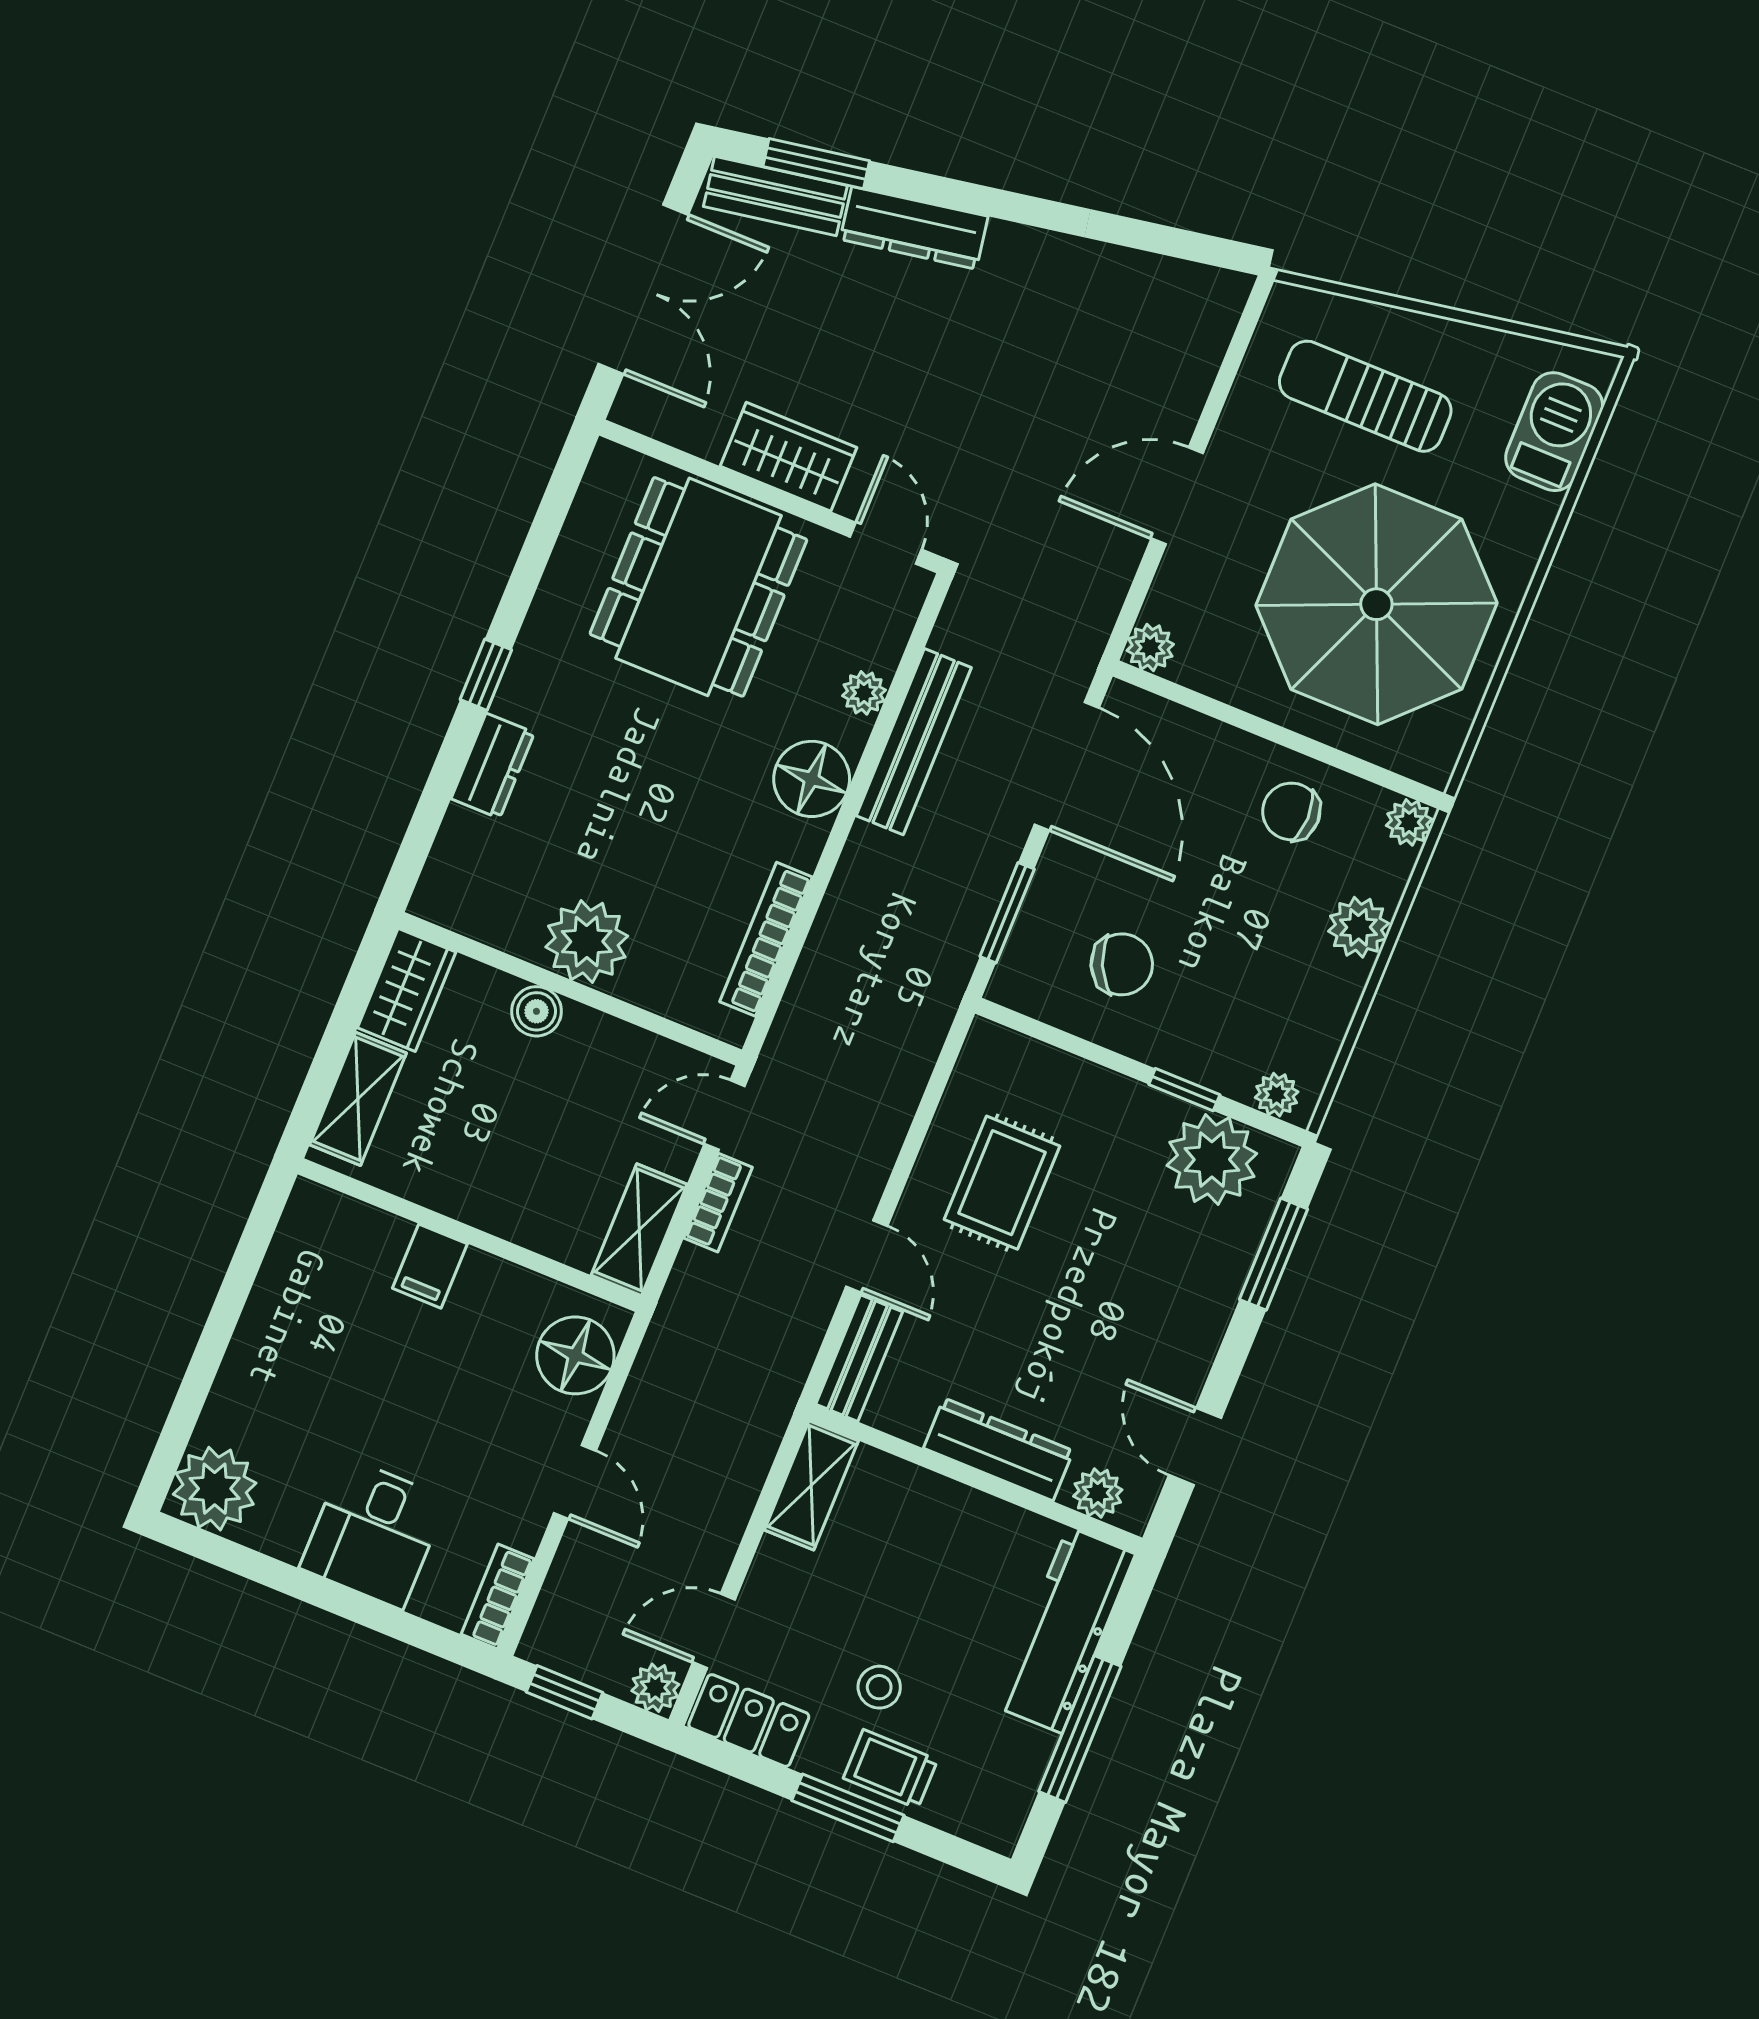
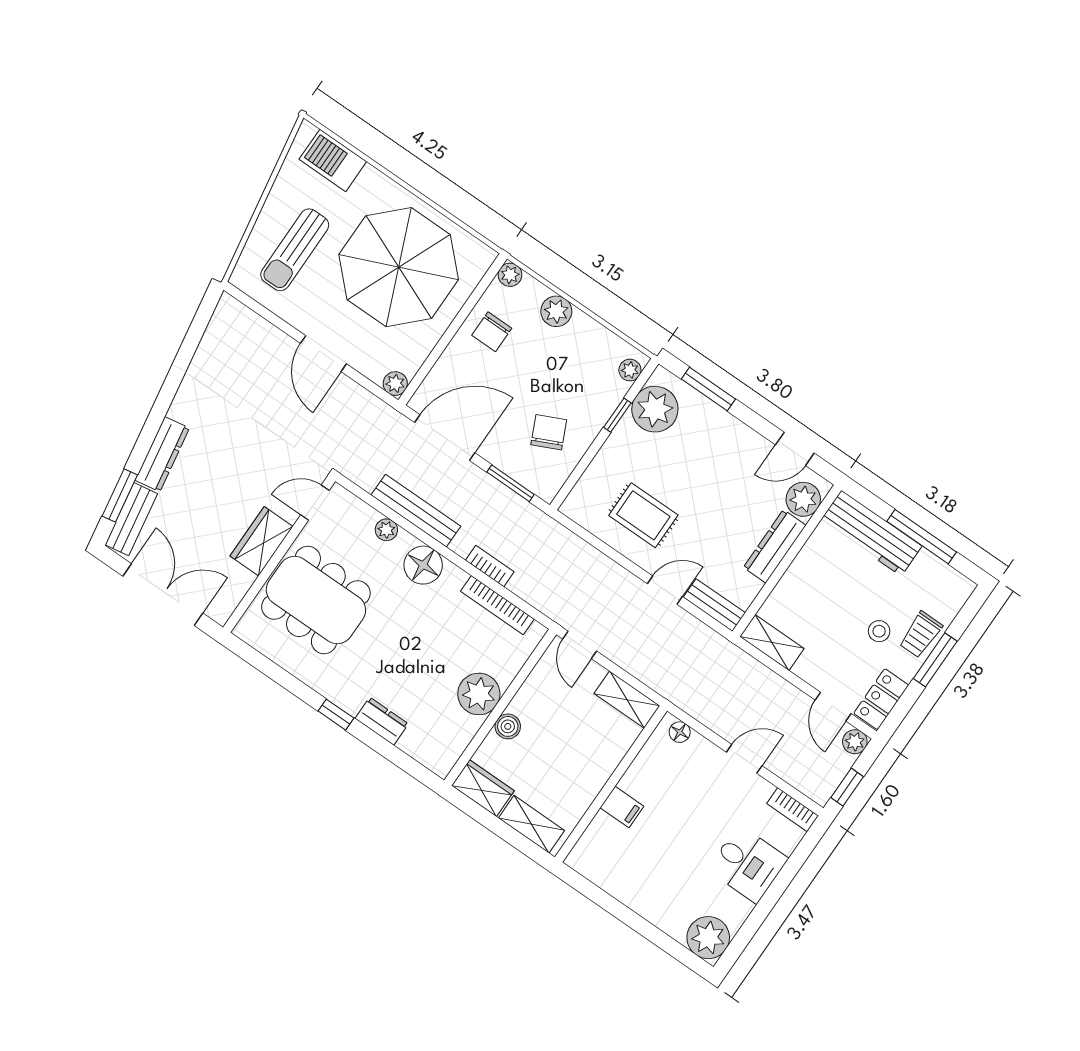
bookcase: (718, 1203) -> (490, 566), moved
floor lamp: (575, 1355) -> (680, 732), width x0.53, depth x0.53
plant: (1098, 1493) -> (803, 499), width x1.38, depth x1.38

